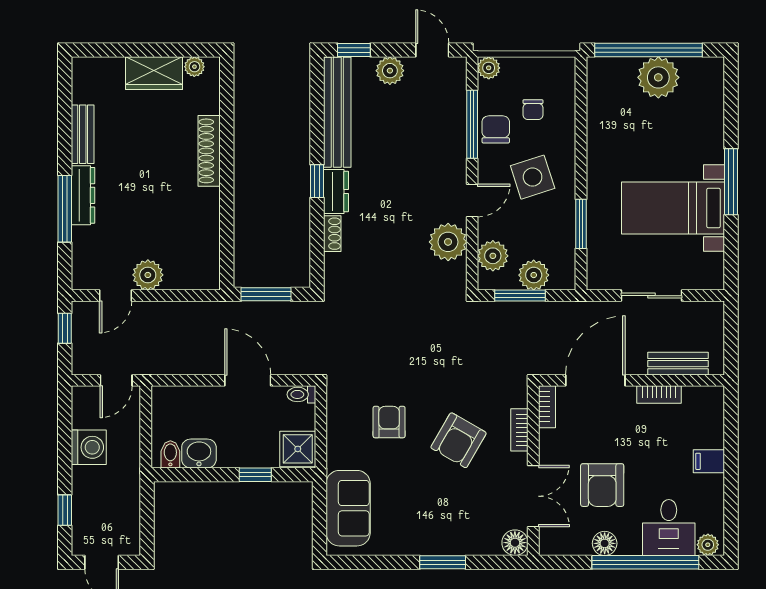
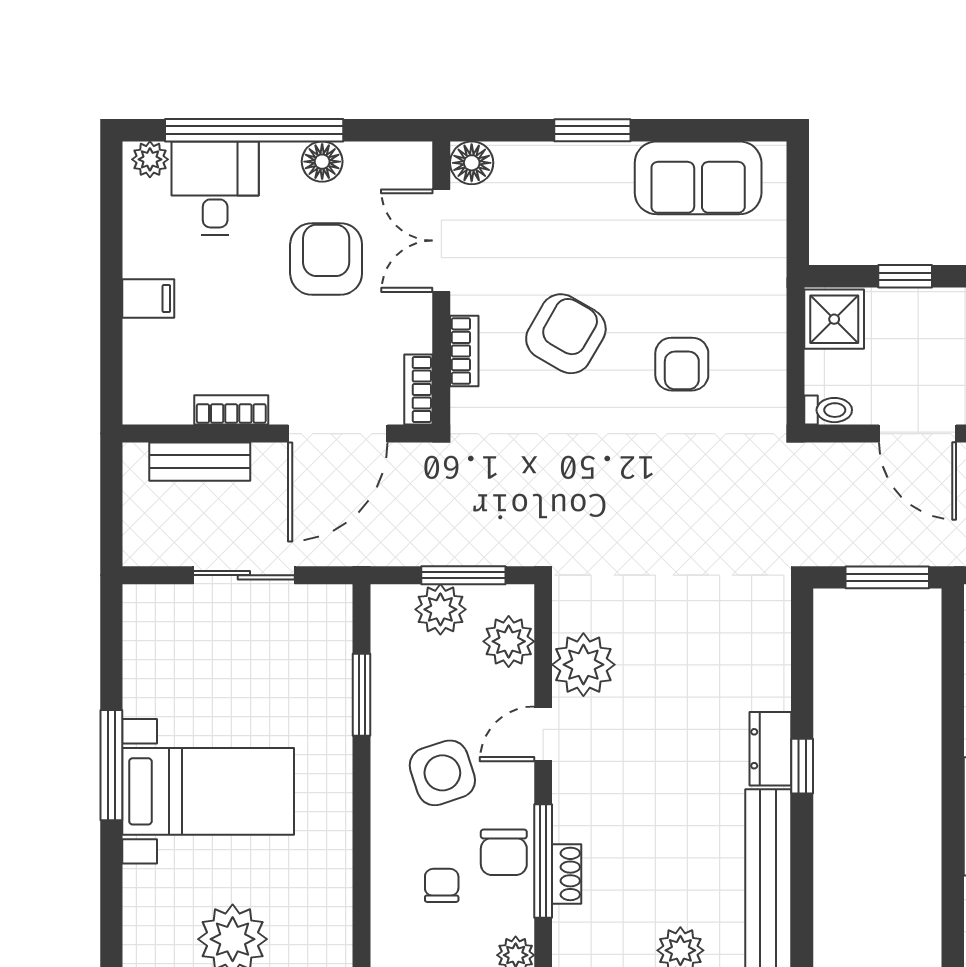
bed with nightstands: (673, 208) -> (208, 791), moved
shoe rack: (332, 234) -> (567, 874), moved, turned 180
sofa: (348, 508) -> (698, 178), moved, turned -90

